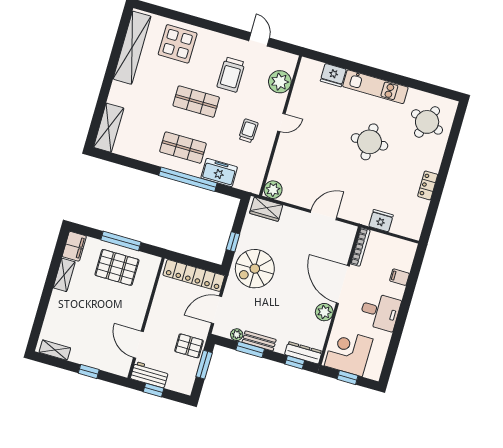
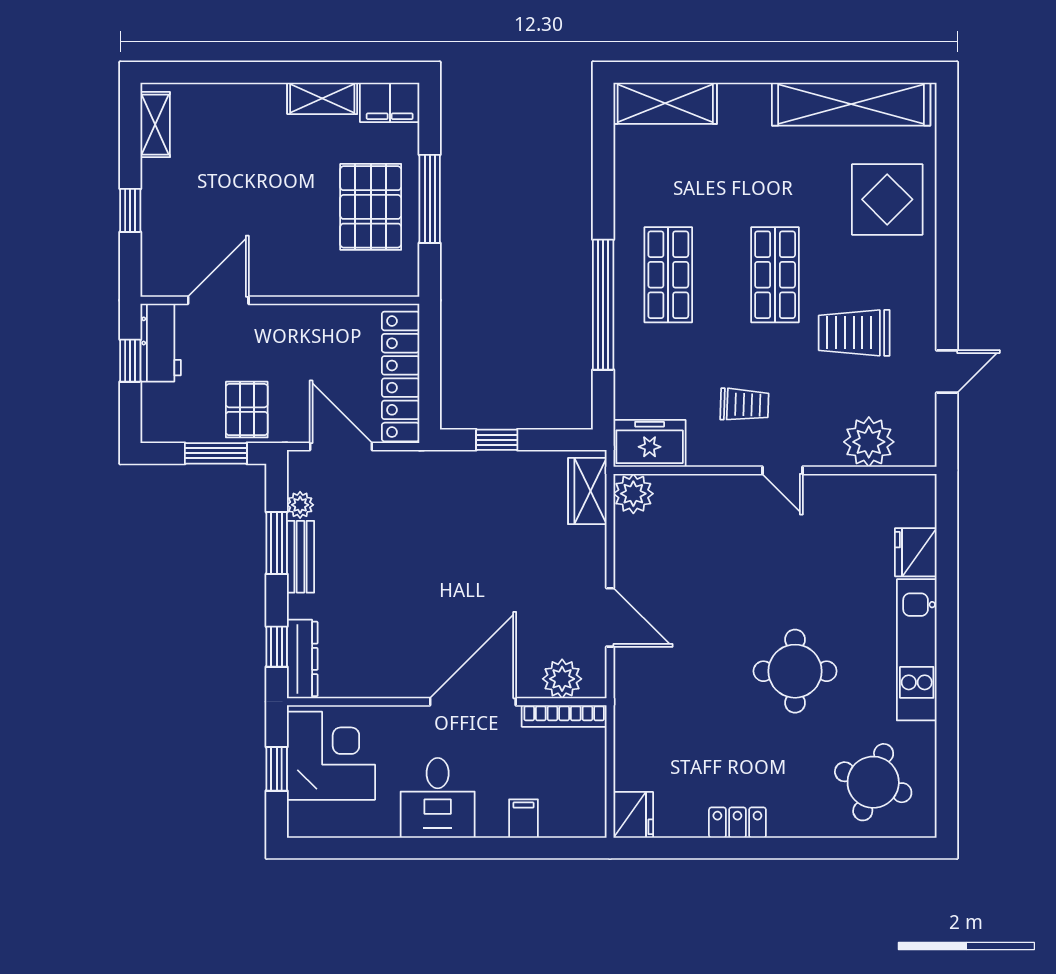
freezer: (219, 173) -> (650, 443), moved, turned -90
fridge: (381, 221) -> (633, 815), moved
spiral stairs: (255, 269) -> (453, 503), removed
plant: (324, 312) -> (562, 679), moved

